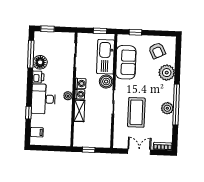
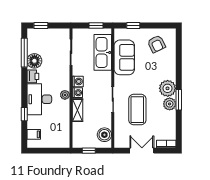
plant: (167, 73) -> (168, 88), moved
boiler: (106, 82) -> (104, 135), moved
window: (176, 105) -> (179, 100), width x0.47

